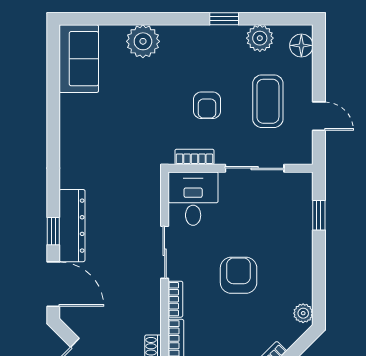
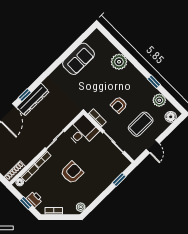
sofa: (79, 59) -> (78, 59), moved

